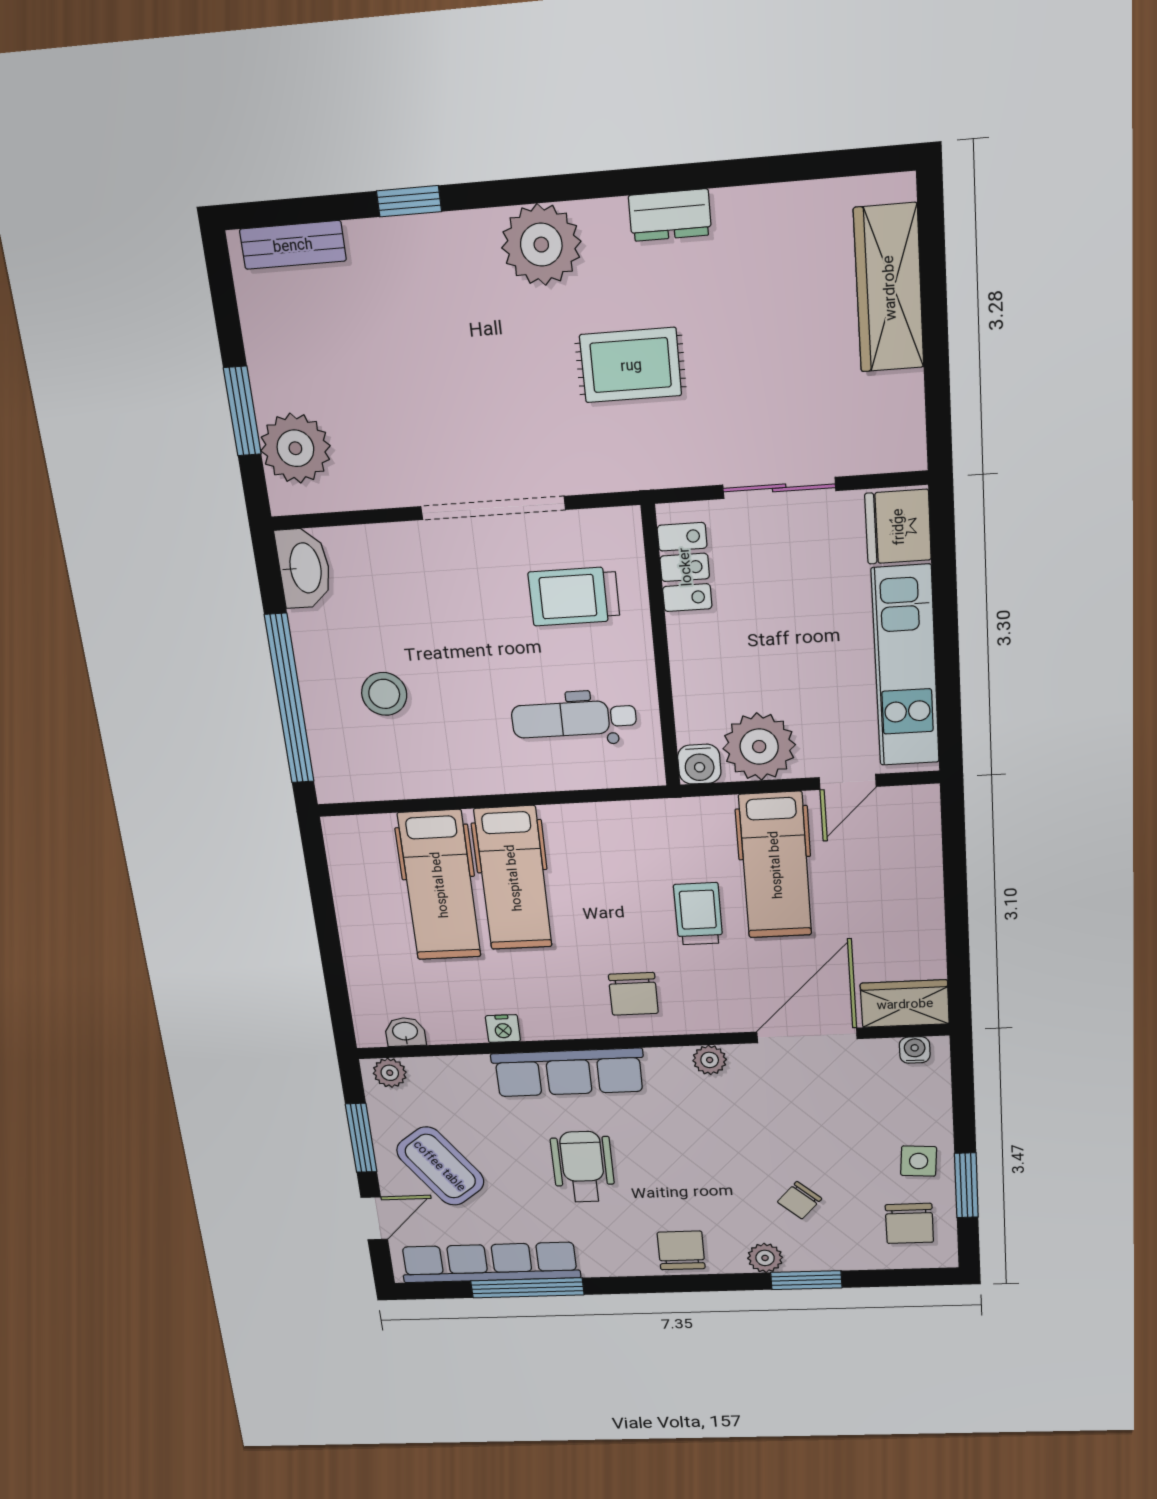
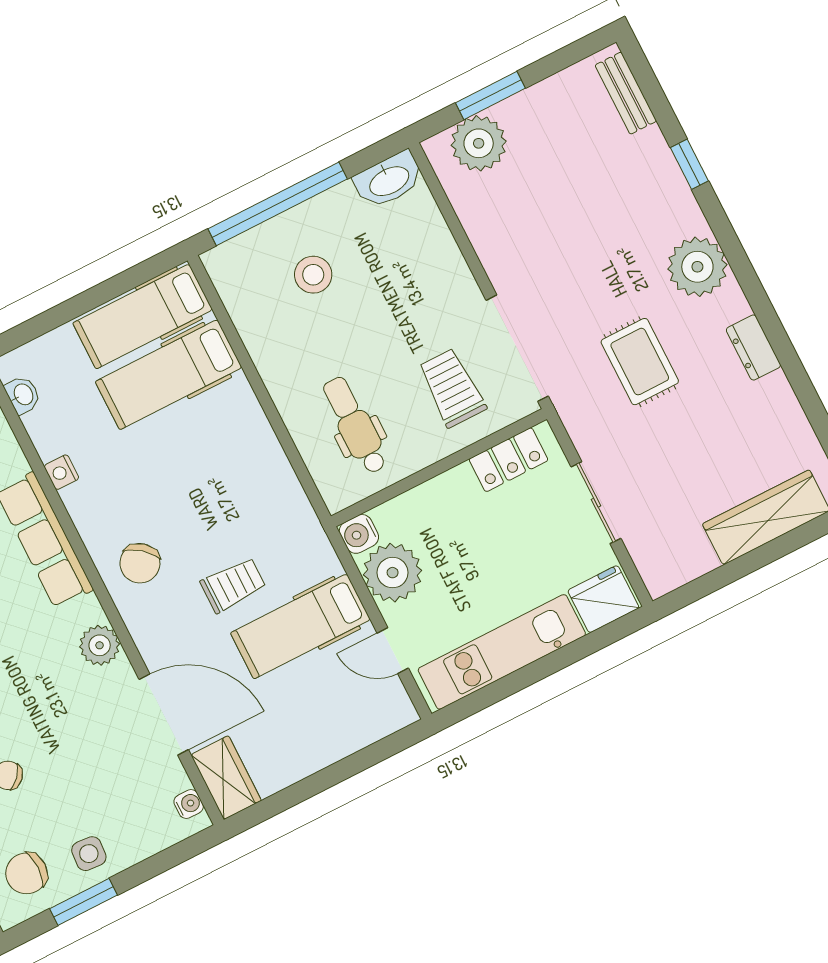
doorway: (493, 508) -> (517, 348), moved
hospital bed: (513, 878) -> (143, 316), moved
chair: (633, 994) -> (140, 563), turned -51
plant: (710, 1060) -> (100, 645), width x1.38, depth x1.38

